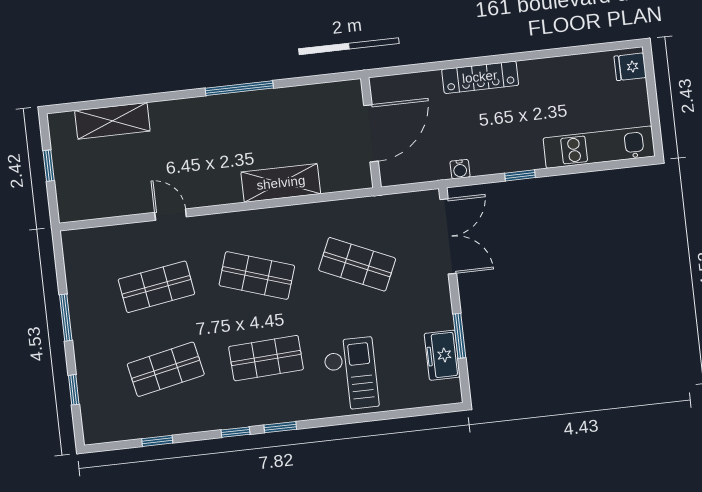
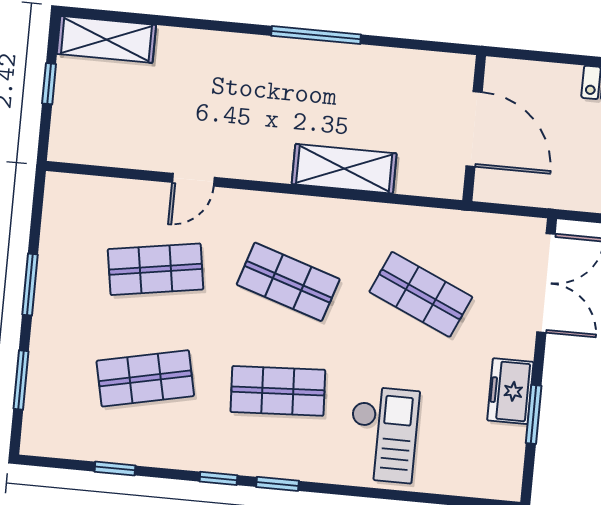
shelving: (112, 121) -> (106, 39), moved
door: (371, 133) -> (474, 129), hinge flipped
water cooler: (460, 169) -> (579, 199), removed
door: (171, 215) -> (193, 180), swing flipped
freezer: (442, 355) -> (510, 391), moved
window: (74, 390) -> (21, 380), width x1.50

